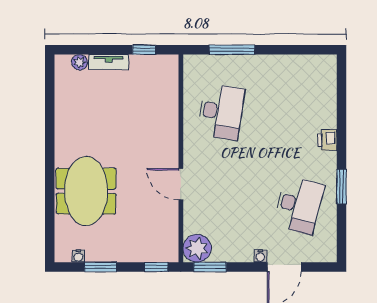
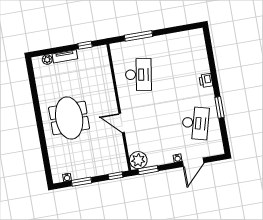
meeting table: (86, 191) -> (69, 118), moved

